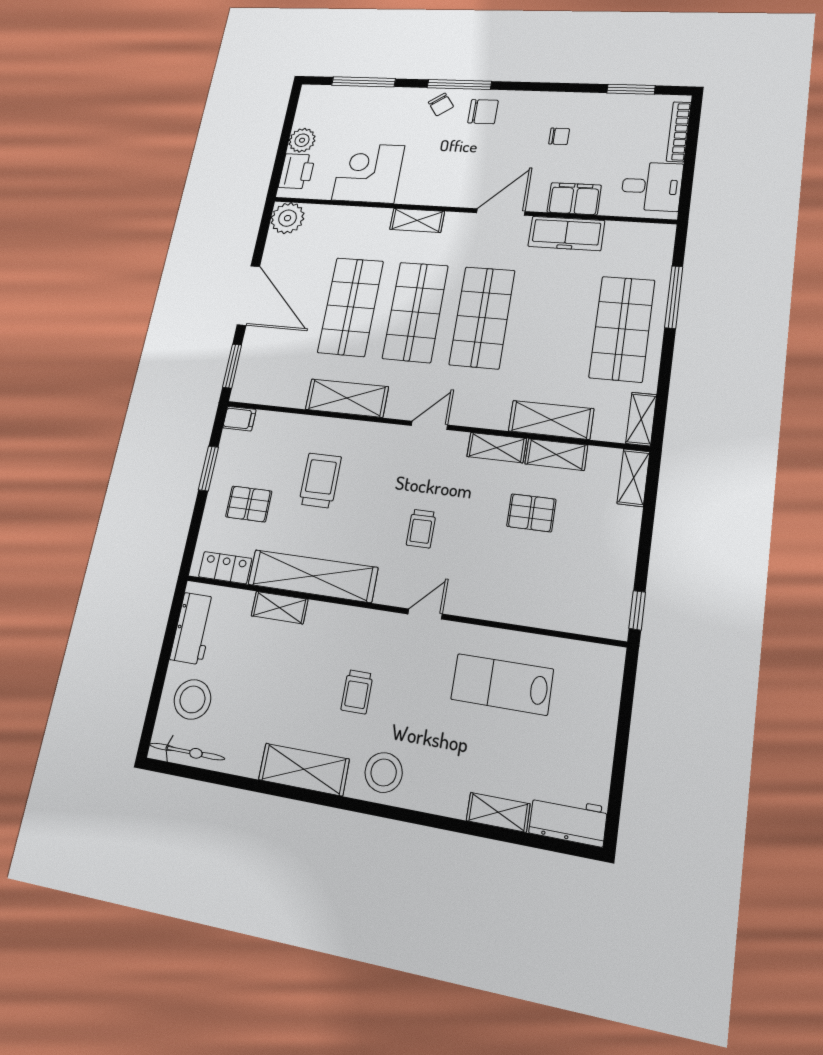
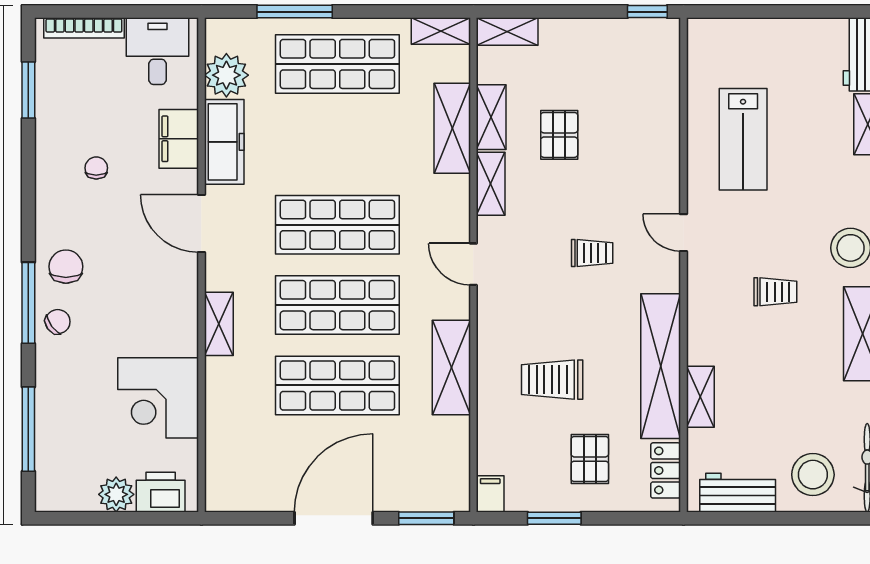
plant: (288, 218) -> (226, 75), moved

